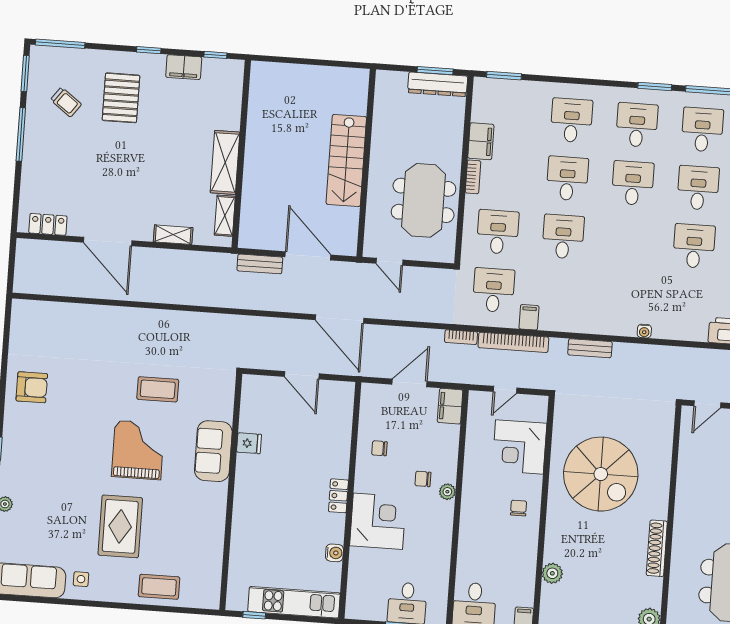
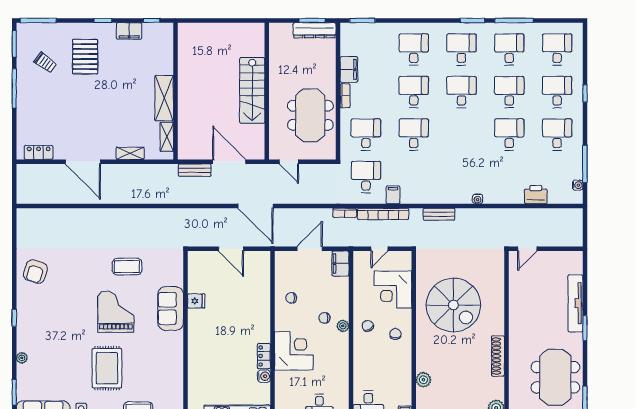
armchair: (32, 387) -> (35, 272), turned 108
chair: (481, 494) -> (368, 326), added
locker: (338, 496) -> (264, 356), moved

